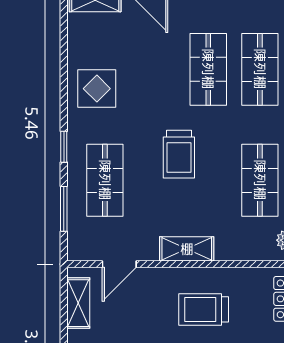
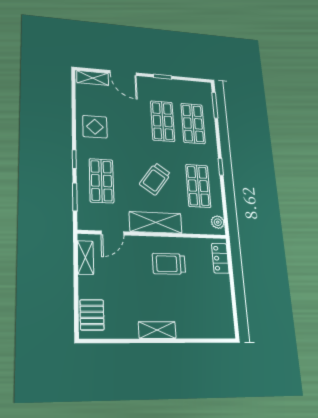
trolley: (179, 154) -> (155, 179), moved, turned 36
shelving: (187, 249) -> (156, 223), width x1.50, depth x1.33

